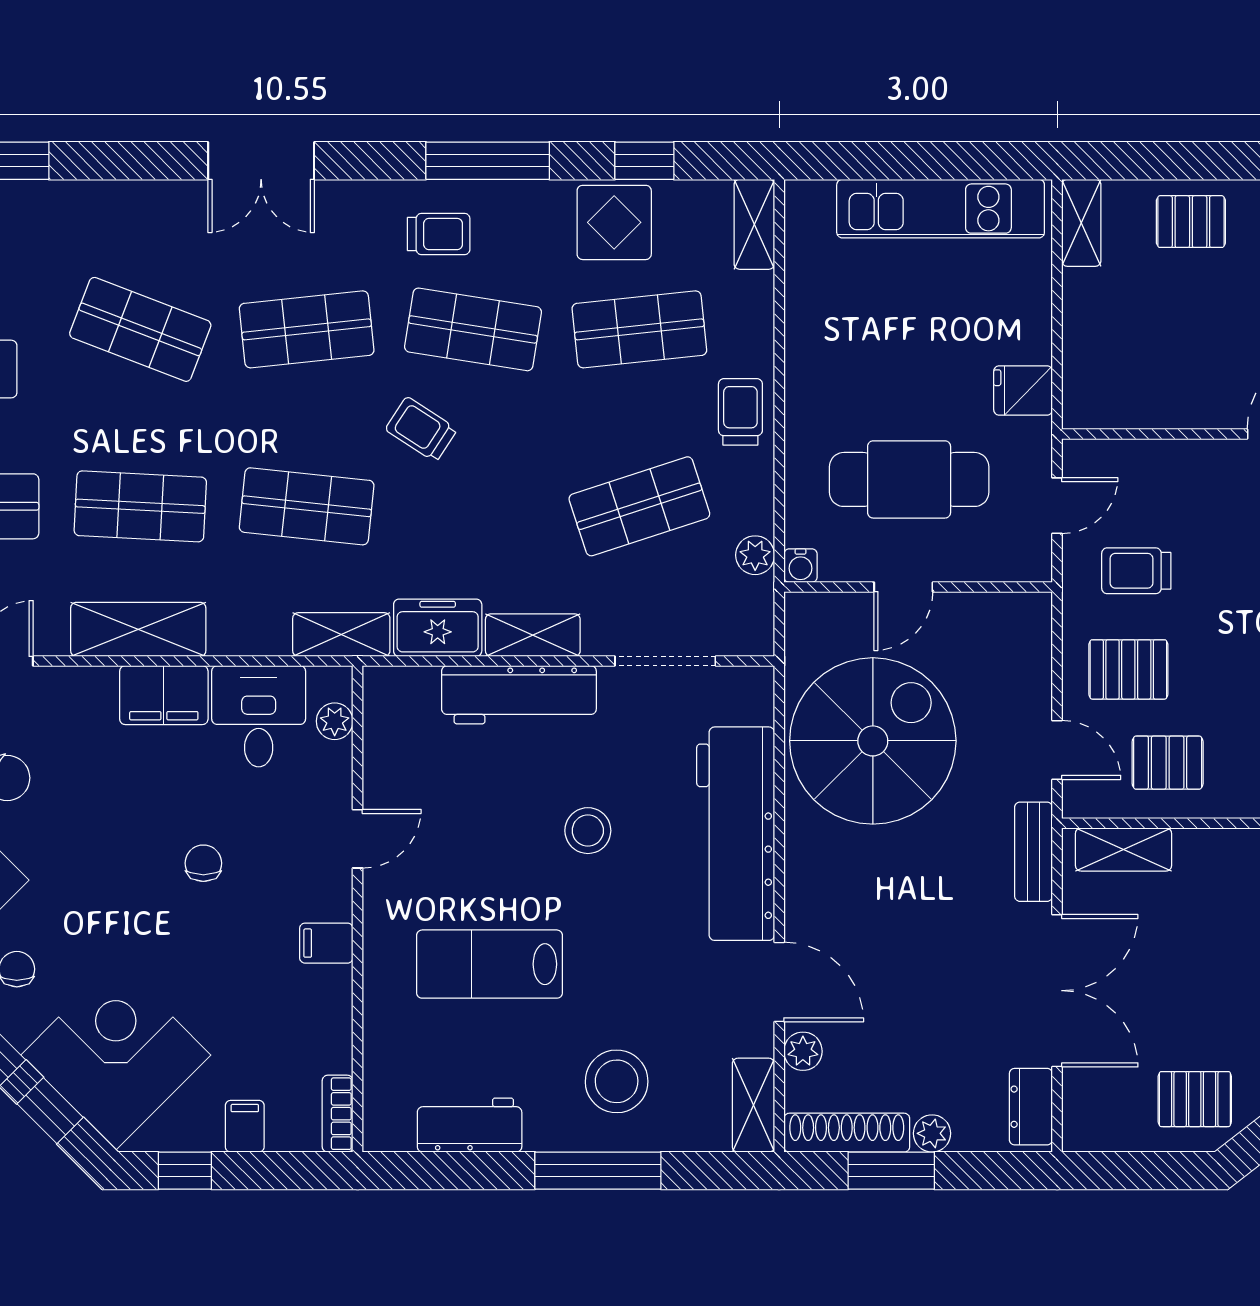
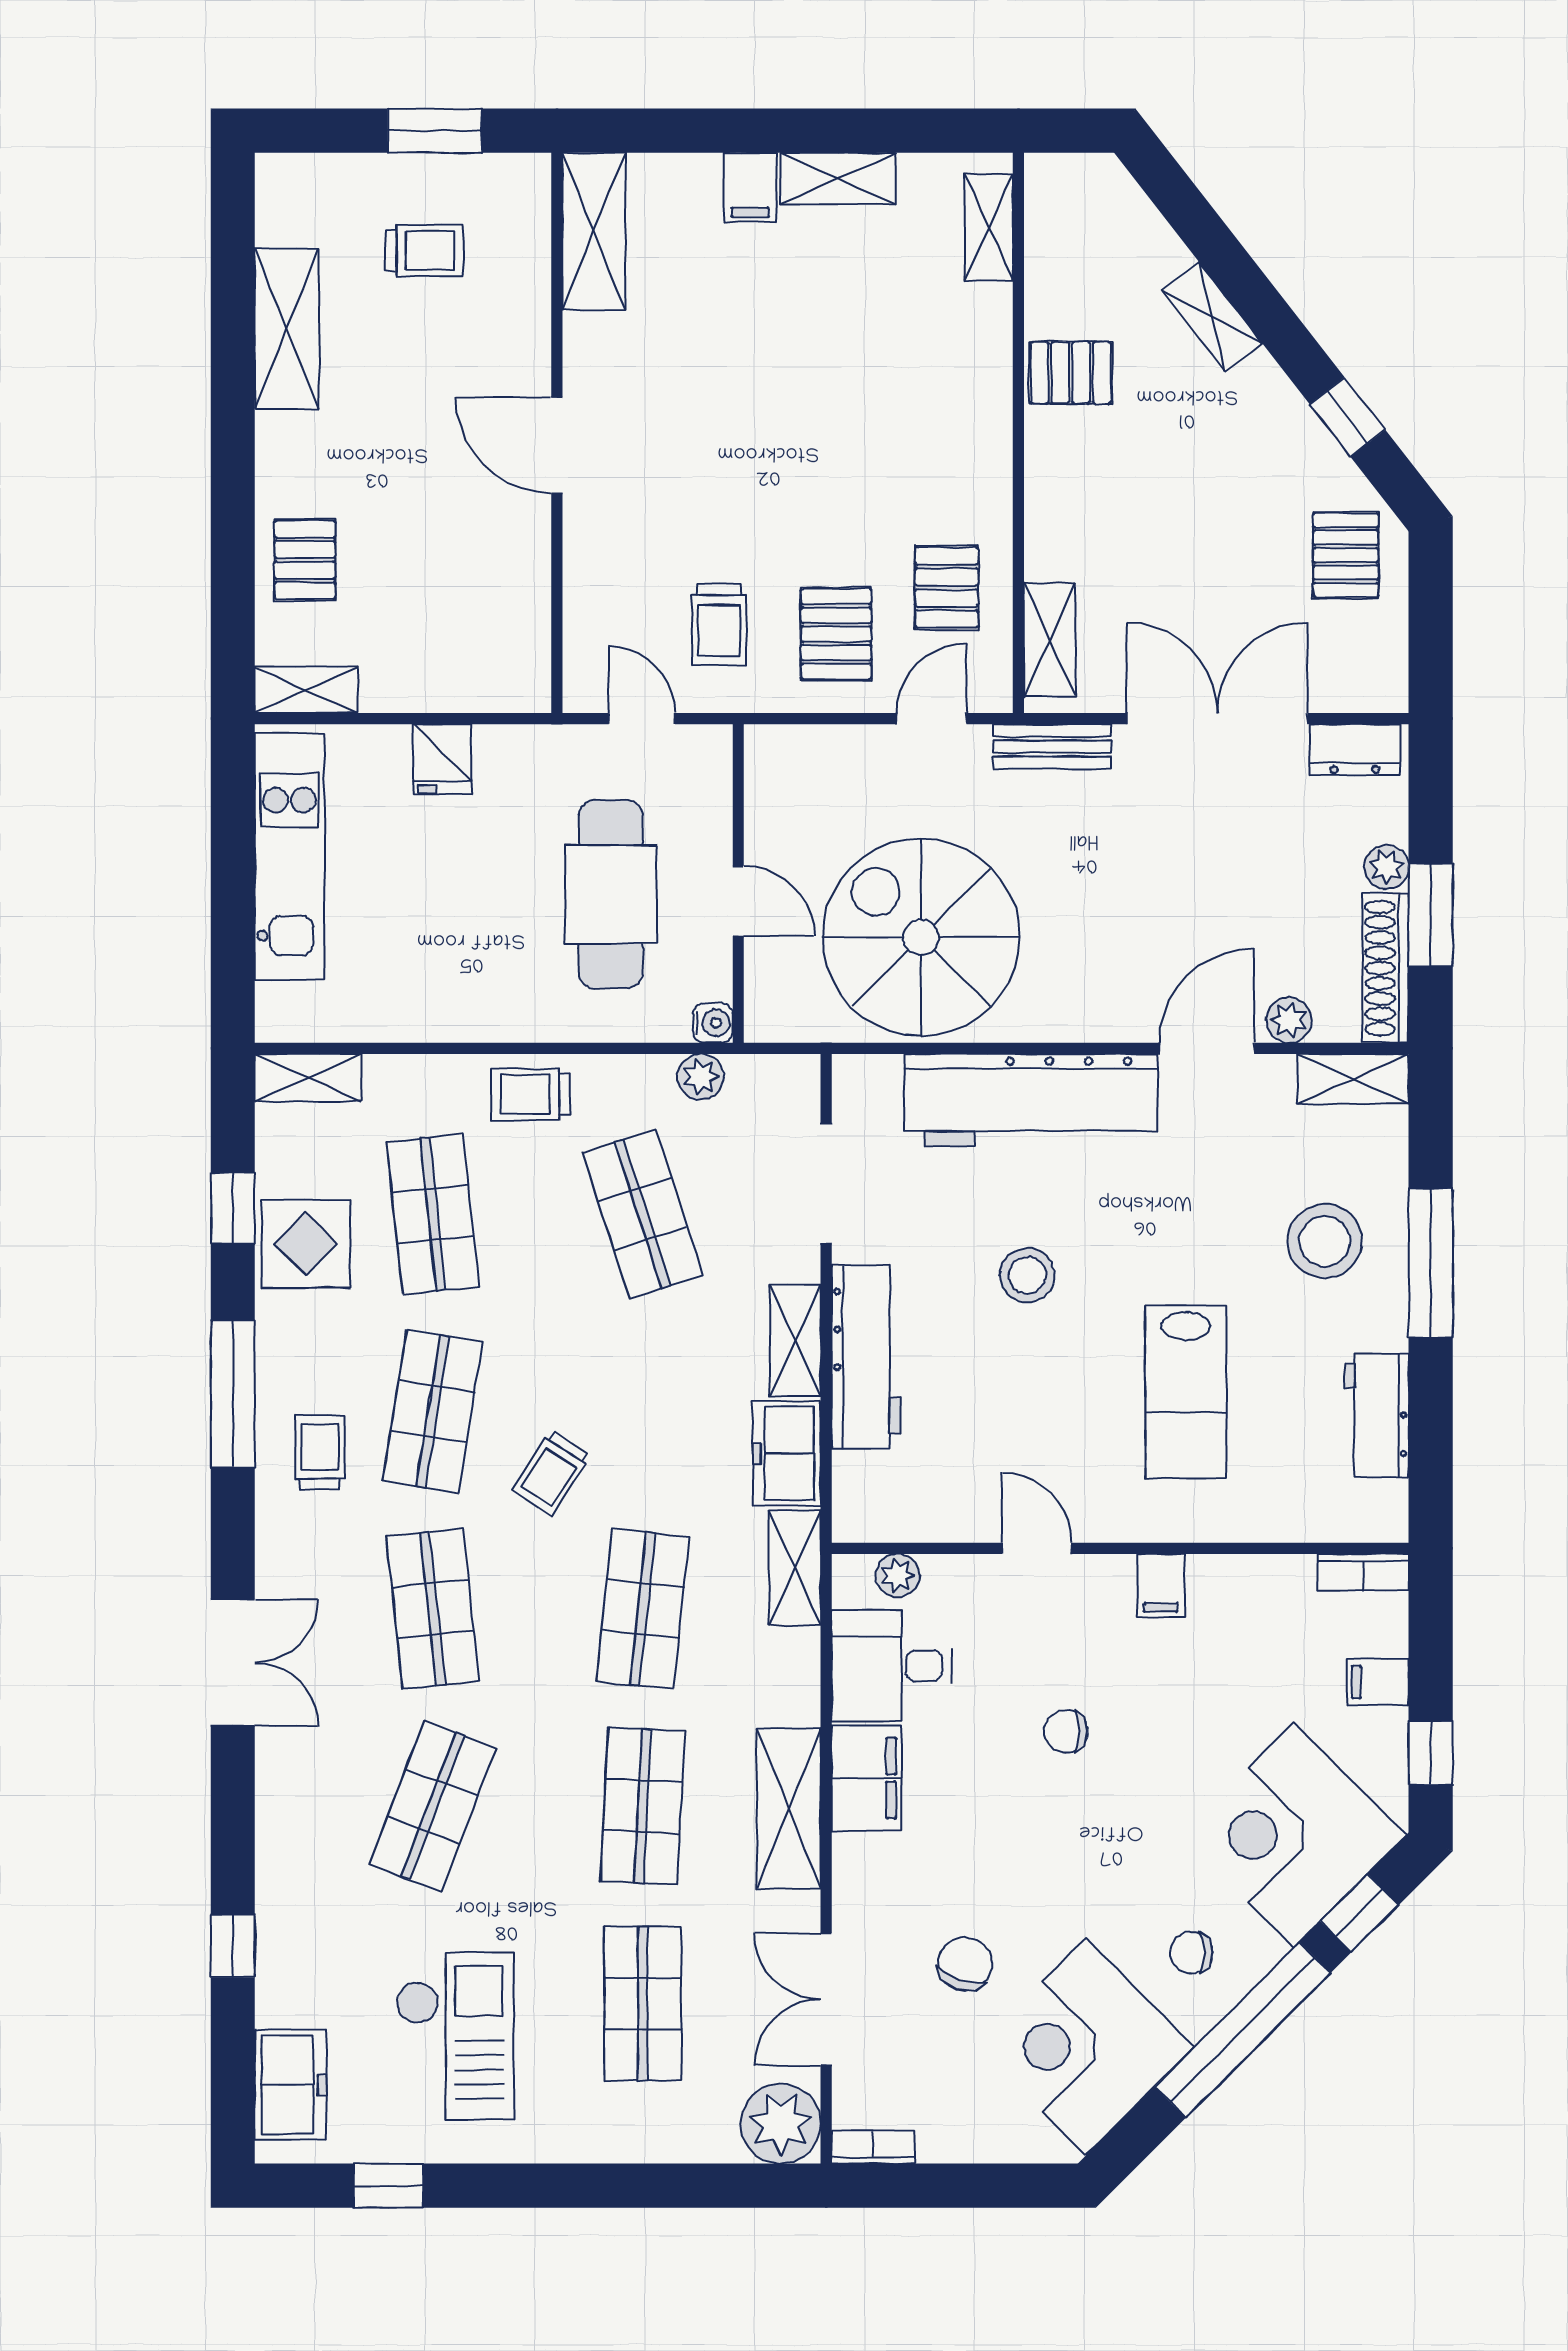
fridge: (1023, 390) -> (442, 759), moved

